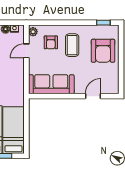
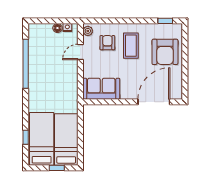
armchair: (51, 42) -> (107, 43), turned 180
sofa: (51, 84) -> (101, 89), width x0.73
door: (93, 96) -> (154, 102), width x1.88

